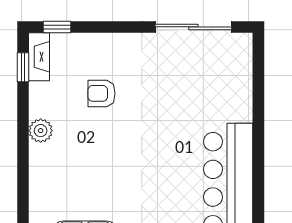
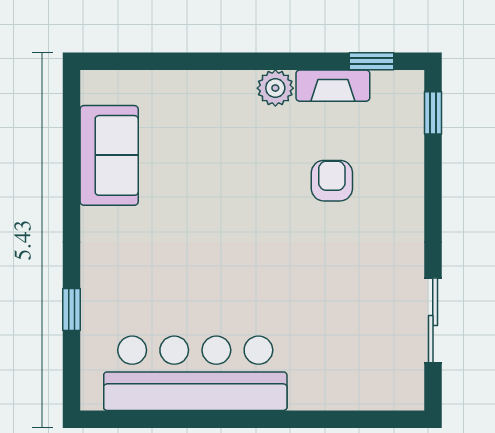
sliding door: (193, 27) -> (433, 320), width x0.73
fireplace: (39, 57) -> (333, 86), moved

